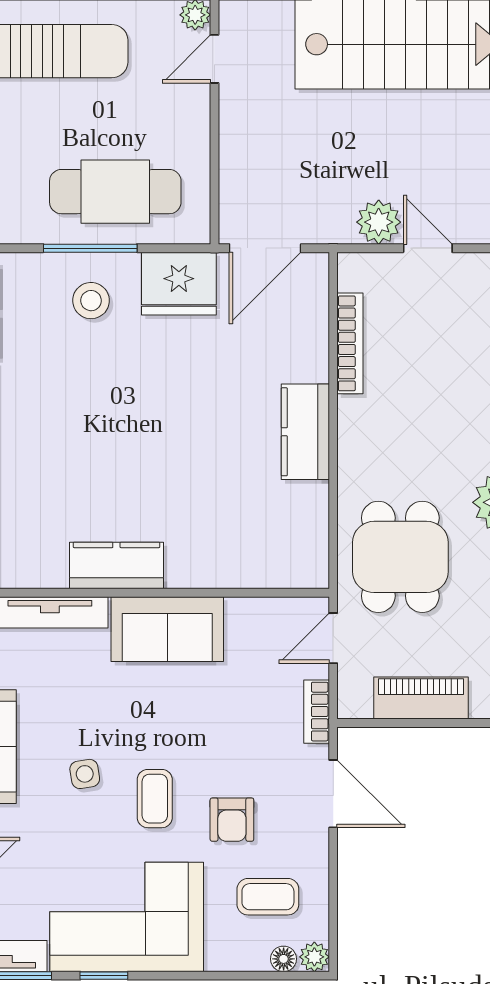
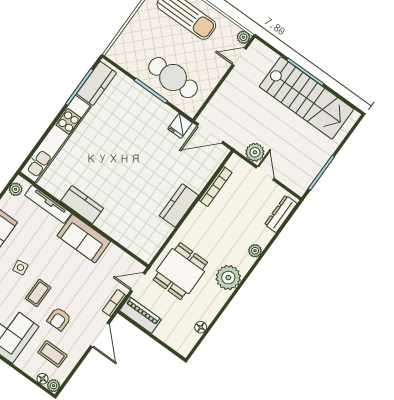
fridge: (179, 284) -> (180, 126), width x0.53, depth x0.75
stool: (91, 301) -> (138, 109), removed
piano: (421, 698) -> (140, 315), moved

